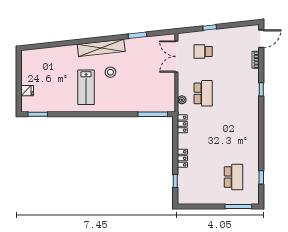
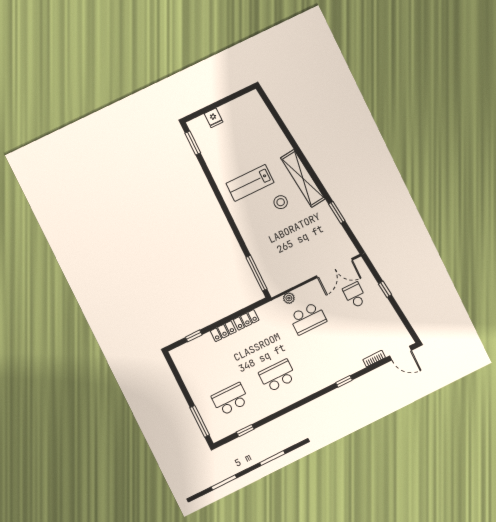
double door: (176, 56) -> (335, 268), swing flipped
locker: (182, 124) -> (246, 320), moved
school desk: (233, 135) -> (278, 376), added
school desk: (233, 177) -> (230, 399), turned 180

